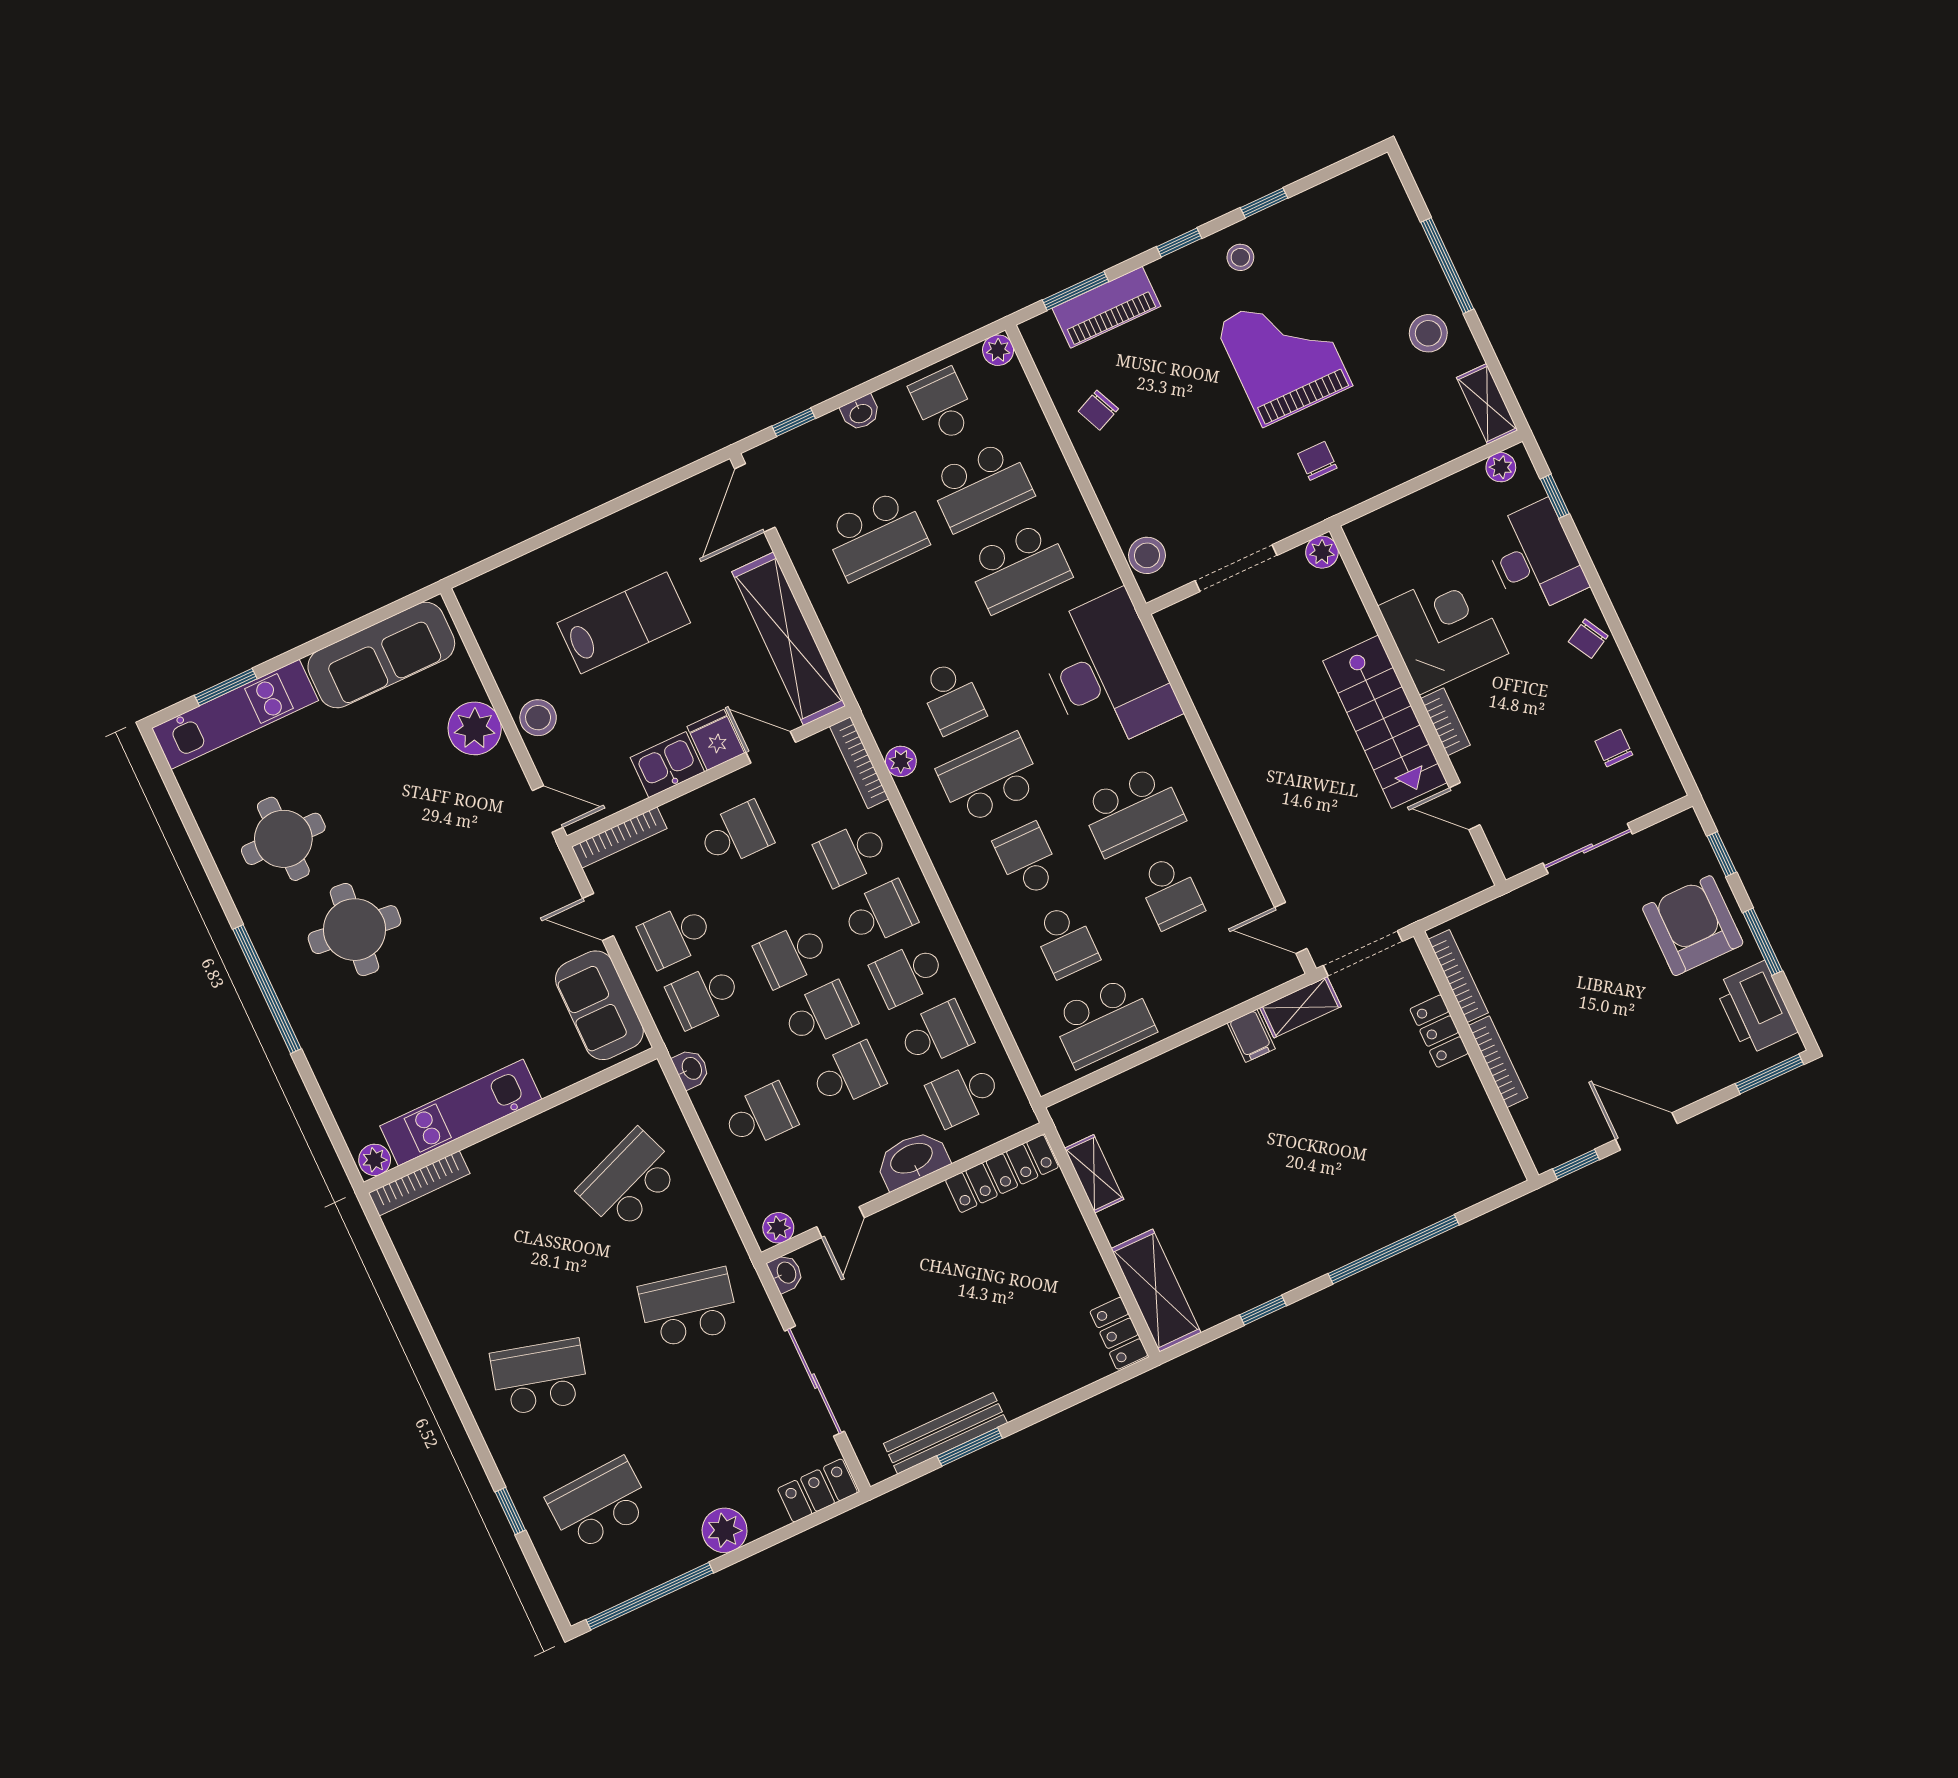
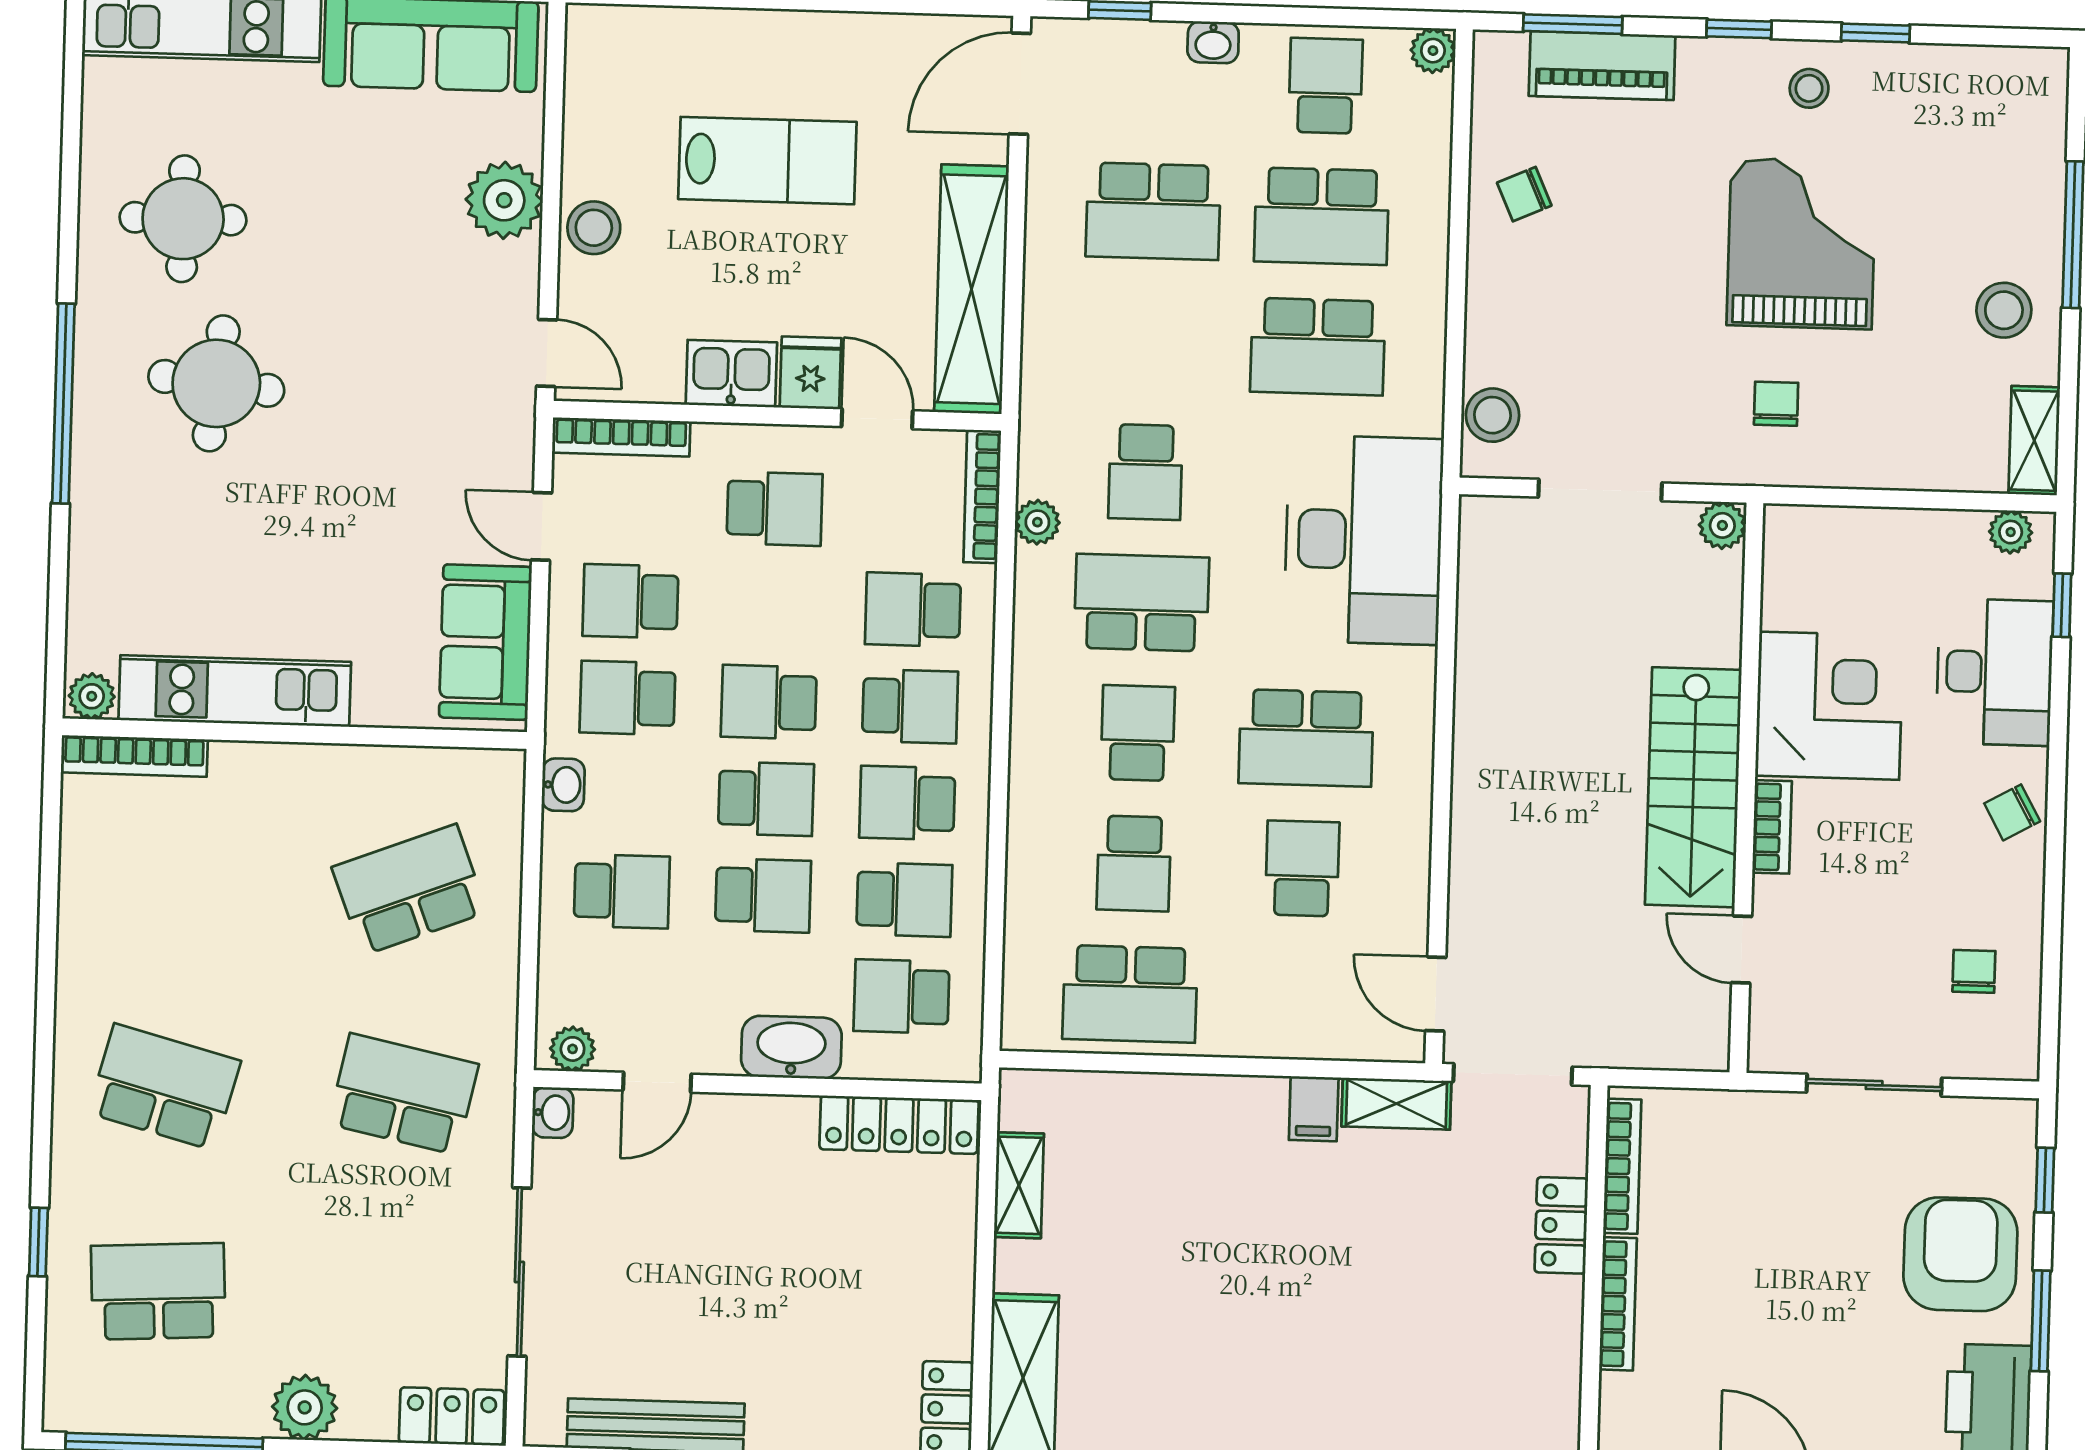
school desk: (1170, 892) -> (1302, 868), turned 180

